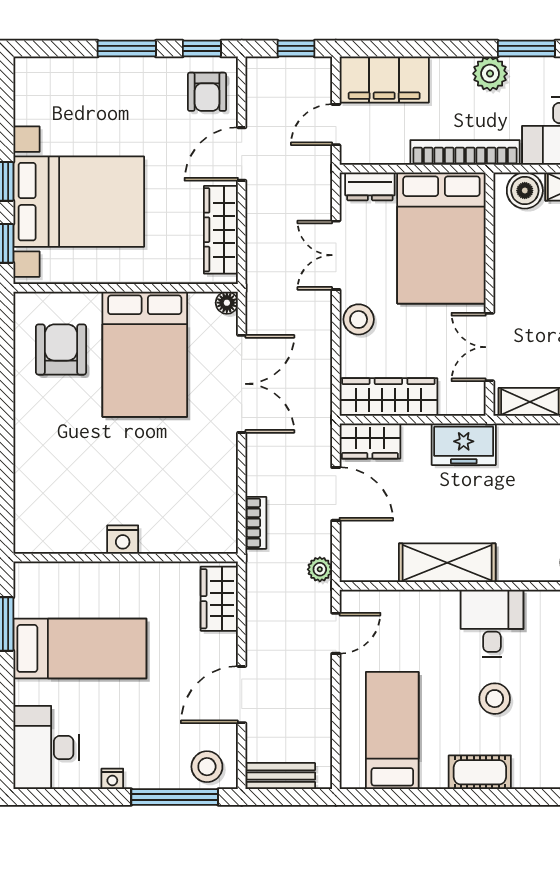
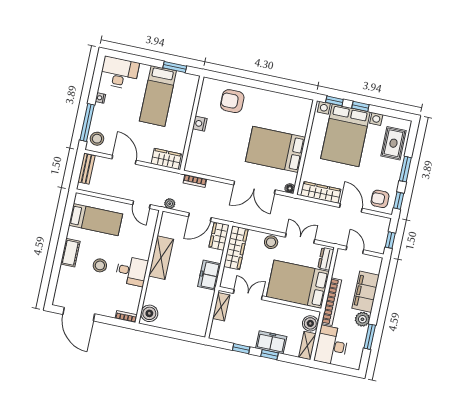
filing cabinet: (384, 80) -> (366, 292), moved
rug: (73, 88) -> (393, 143), added
armchair: (61, 350) -> (232, 101), moved, turned 180

